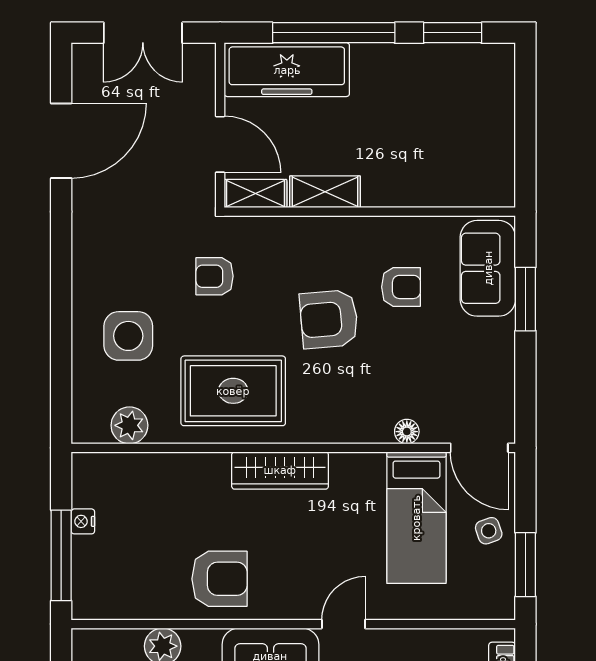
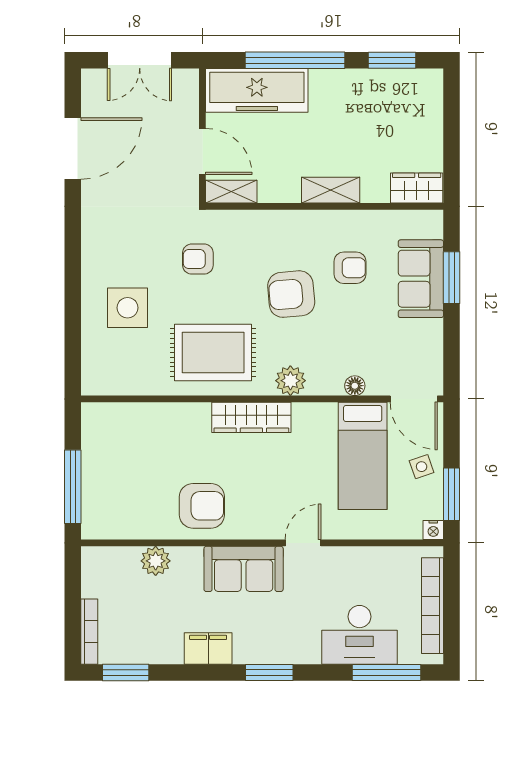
wardrobe: (483, 189) -> (417, 188), added
shelving: (325, 192) -> (331, 190), moved
sofa: (488, 268) -> (421, 279), moved
plant: (129, 425) -> (290, 381), moved
nightstand: (83, 521) -> (433, 530), moved, turned -90

